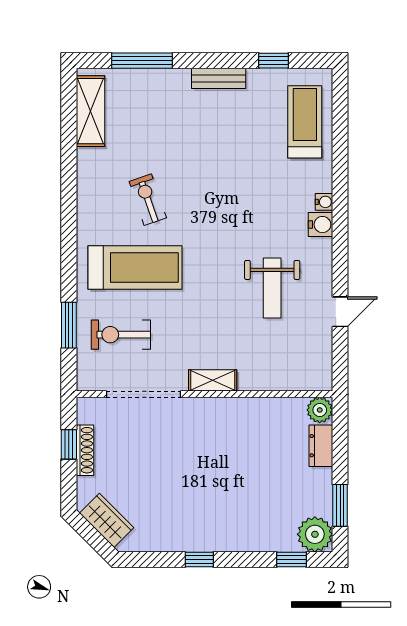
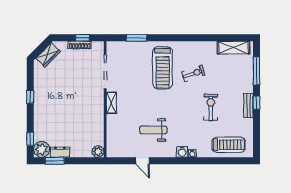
window: (274, 61) -> (256, 103), moved
exercise bike: (121, 335) -> (211, 107), moved
dresser: (321, 446) -> (60, 152), moved

